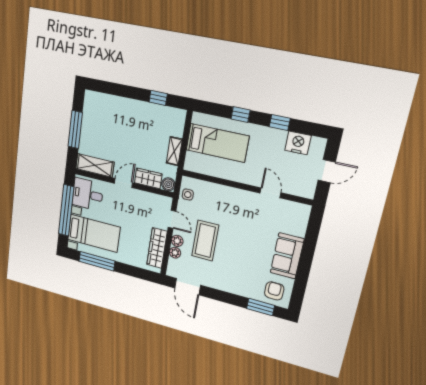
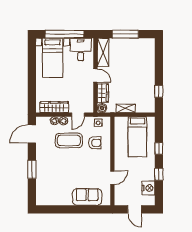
sofa: (287, 256) -> (87, 197), moved
window: (97, 261) -> (32, 63), removed
armchair: (274, 291) -> (95, 143), moved
window: (261, 307) -> (32, 169), moved

